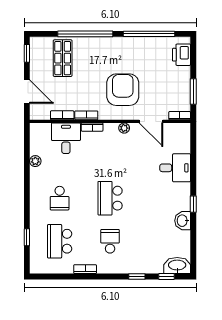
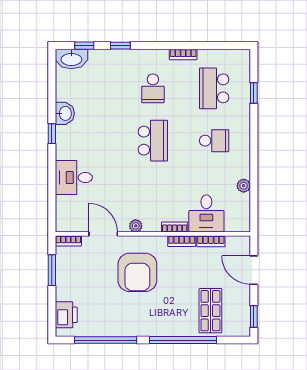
school desk: (60, 198) -> (214, 141), turned 90
school desk: (60, 241) -> (214, 88), turned 180

